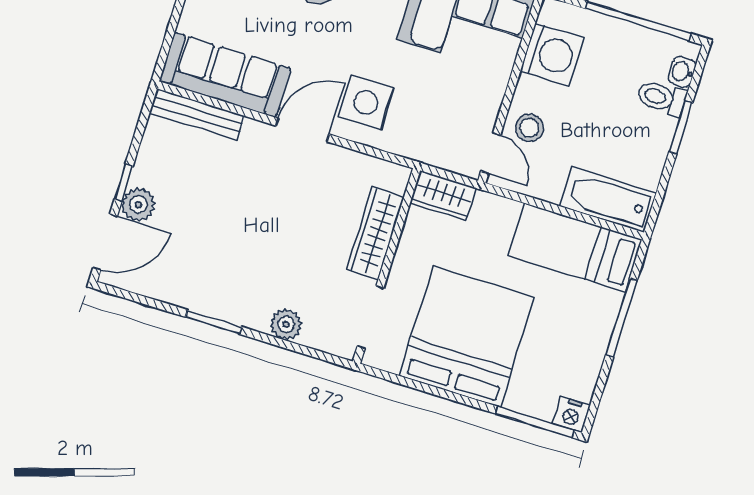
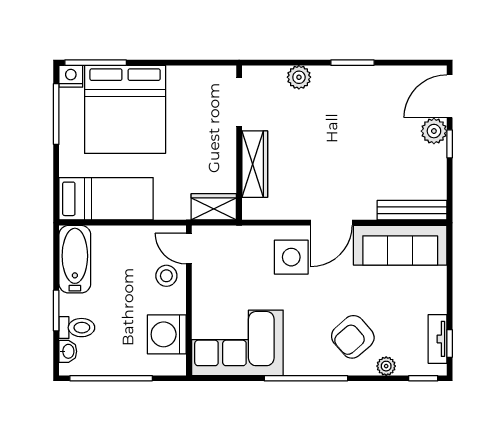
bathtub: (608, 200) -> (75, 259), moved, turned -90
window: (621, 318) -> (56, 114), moved
bed: (467, 337) -> (125, 109), moved

